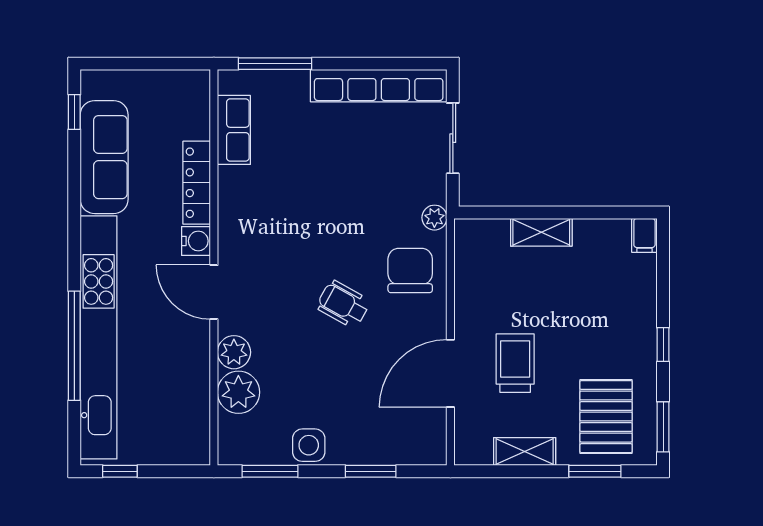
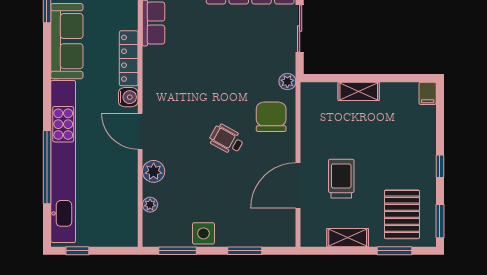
plant: (238, 392) -> (150, 205), width x0.53, depth x0.53

